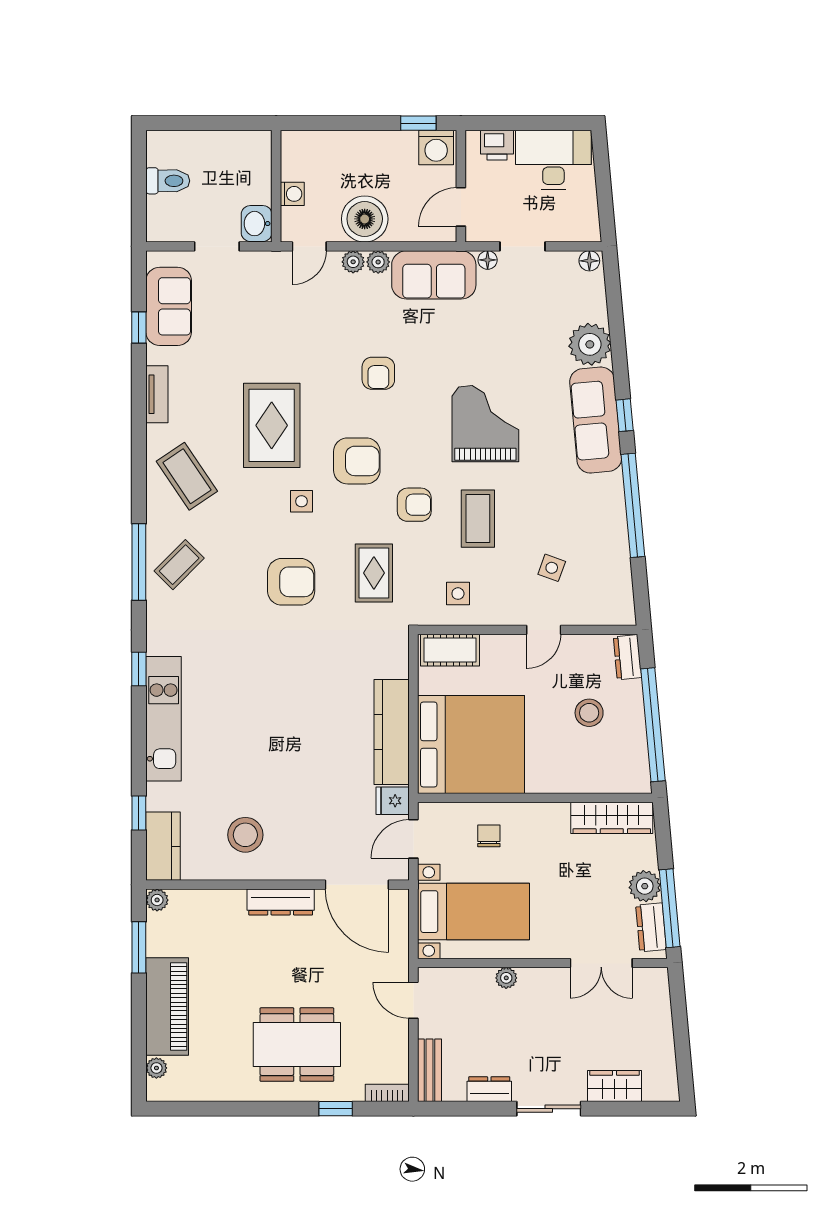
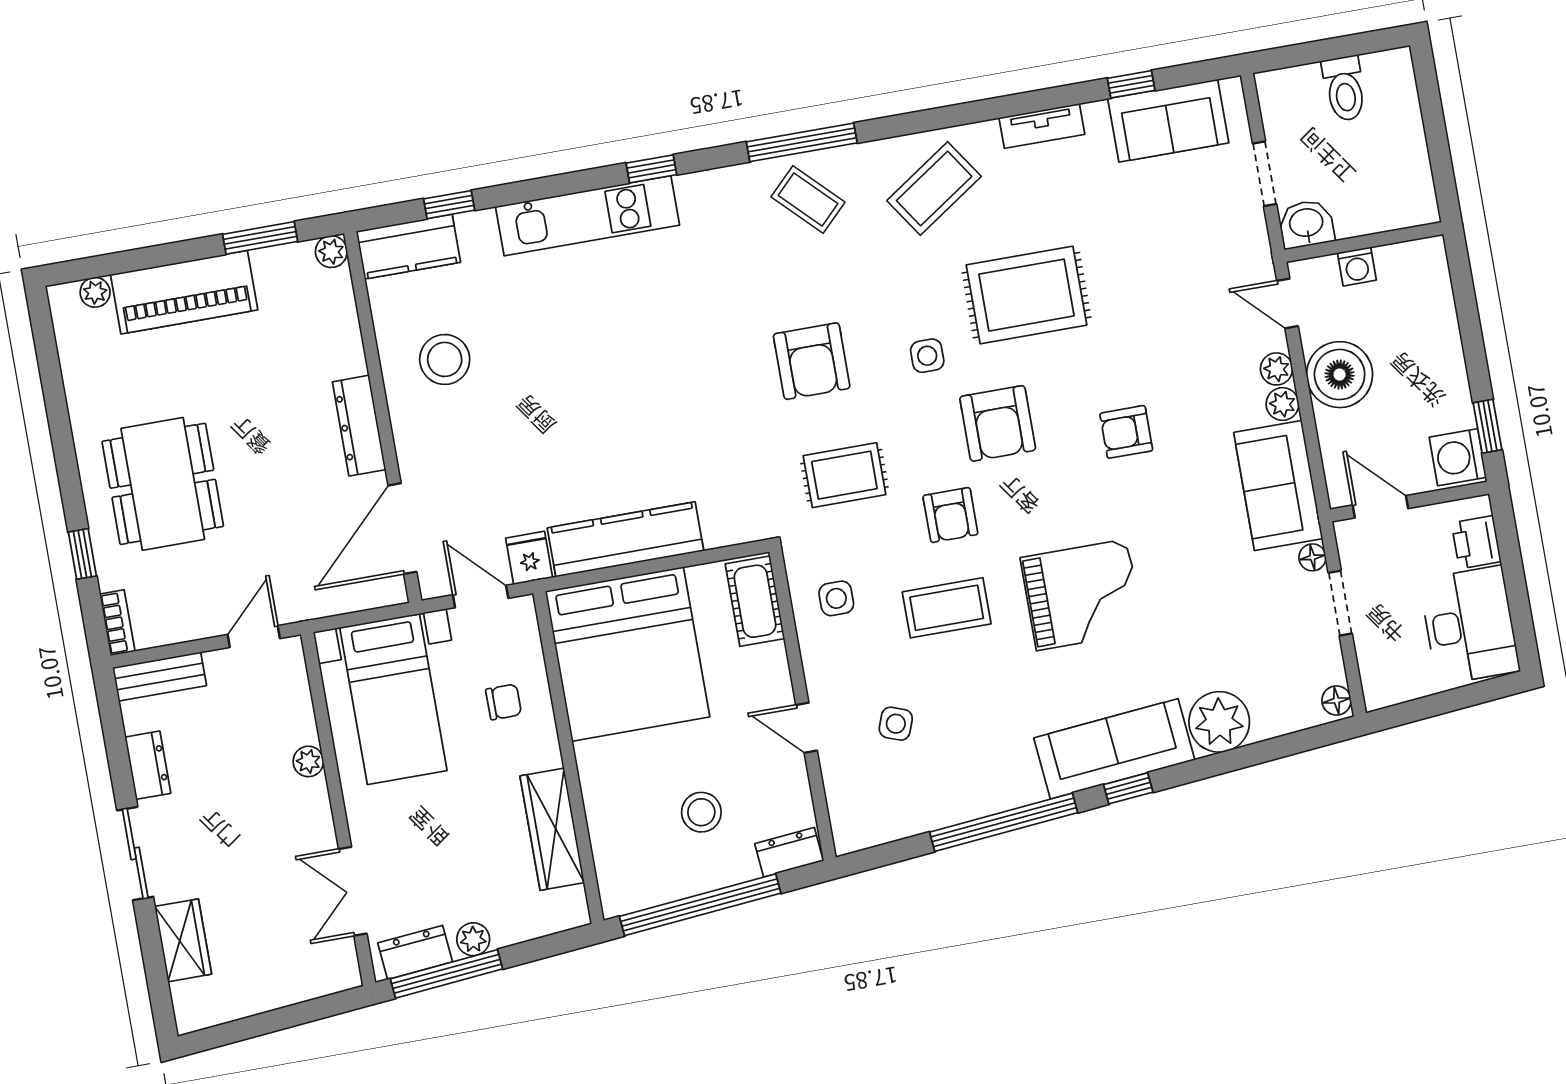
wardrobe: (612, 818) -> (552, 829), moved
plant: (645, 886) -> (473, 939), width x0.73, depth x0.73

